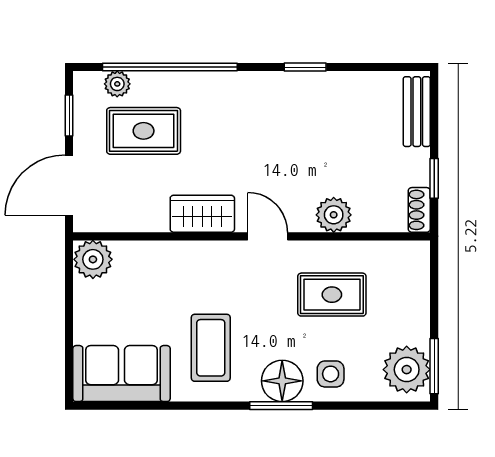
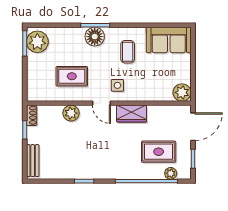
coffee table: (211, 348) -> (128, 52), width x0.73, depth x0.77
side table: (331, 374) -> (117, 85), moved

